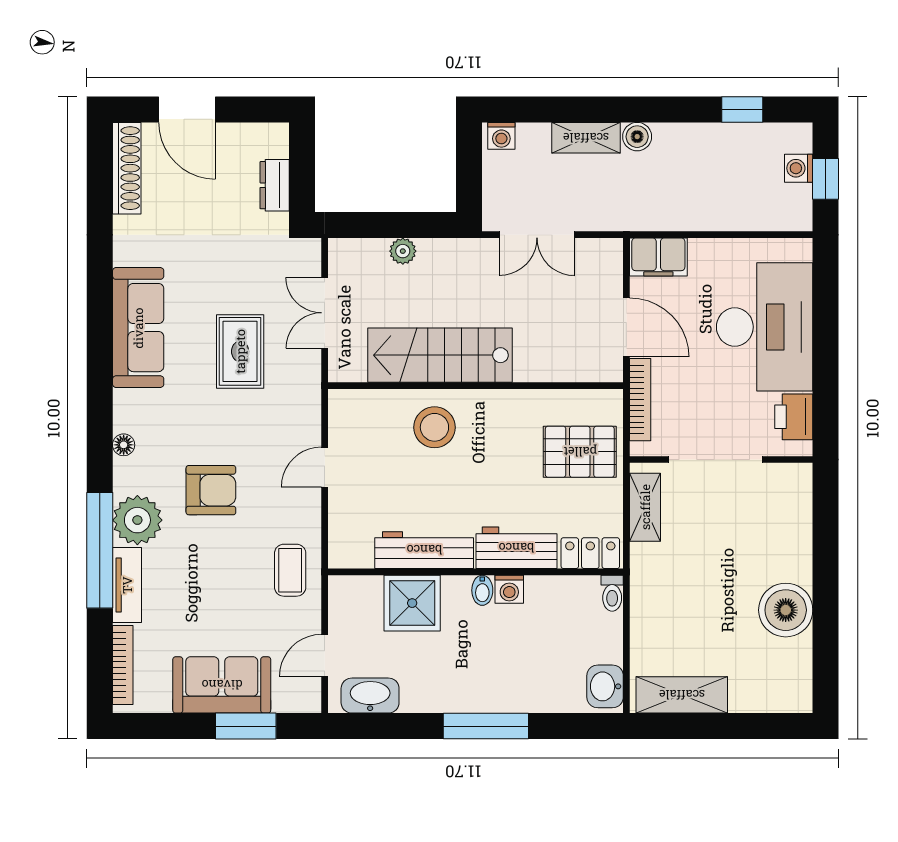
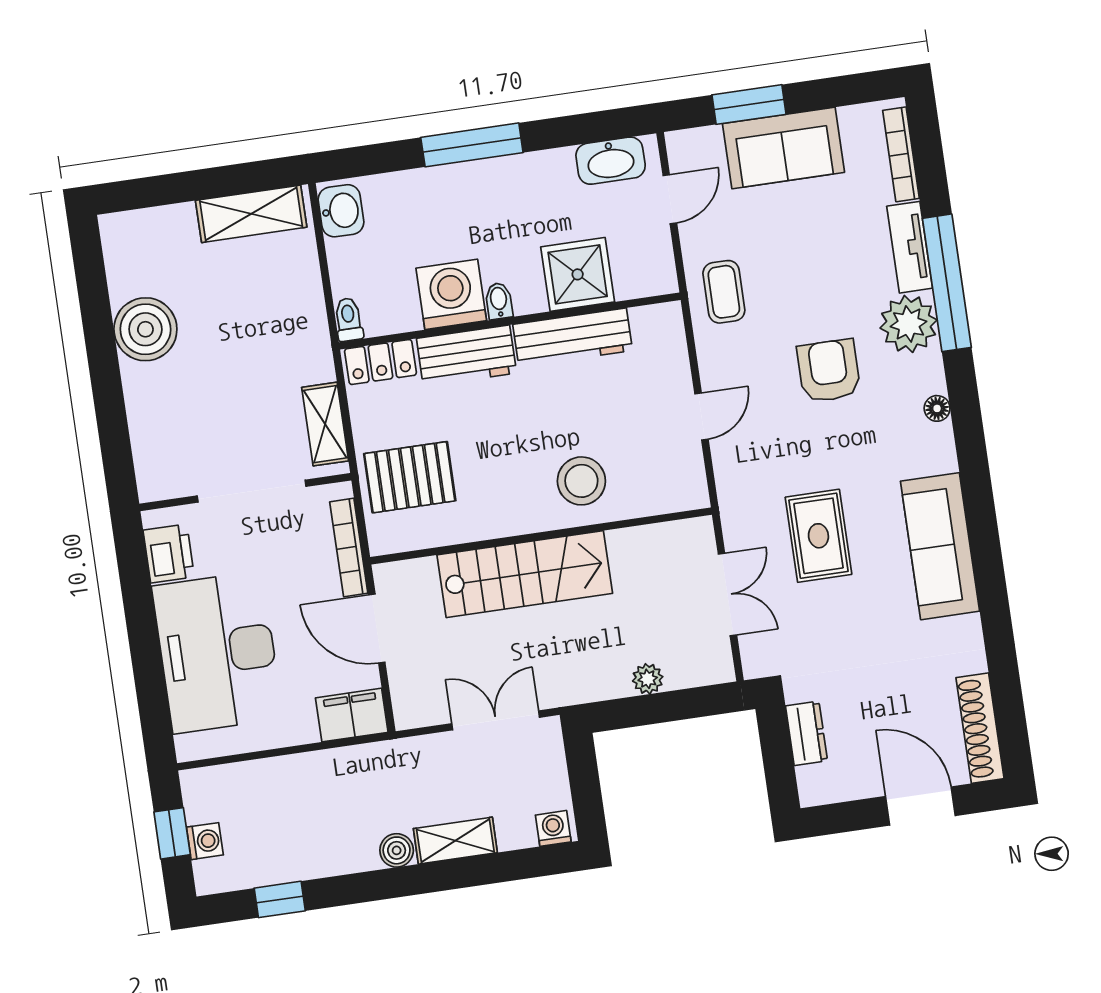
stairs: (440, 355) -> (525, 574), moved
armchair: (211, 490) -> (829, 371), turned 90
washing machine: (509, 589) -> (451, 294), width x1.89, depth x1.89

